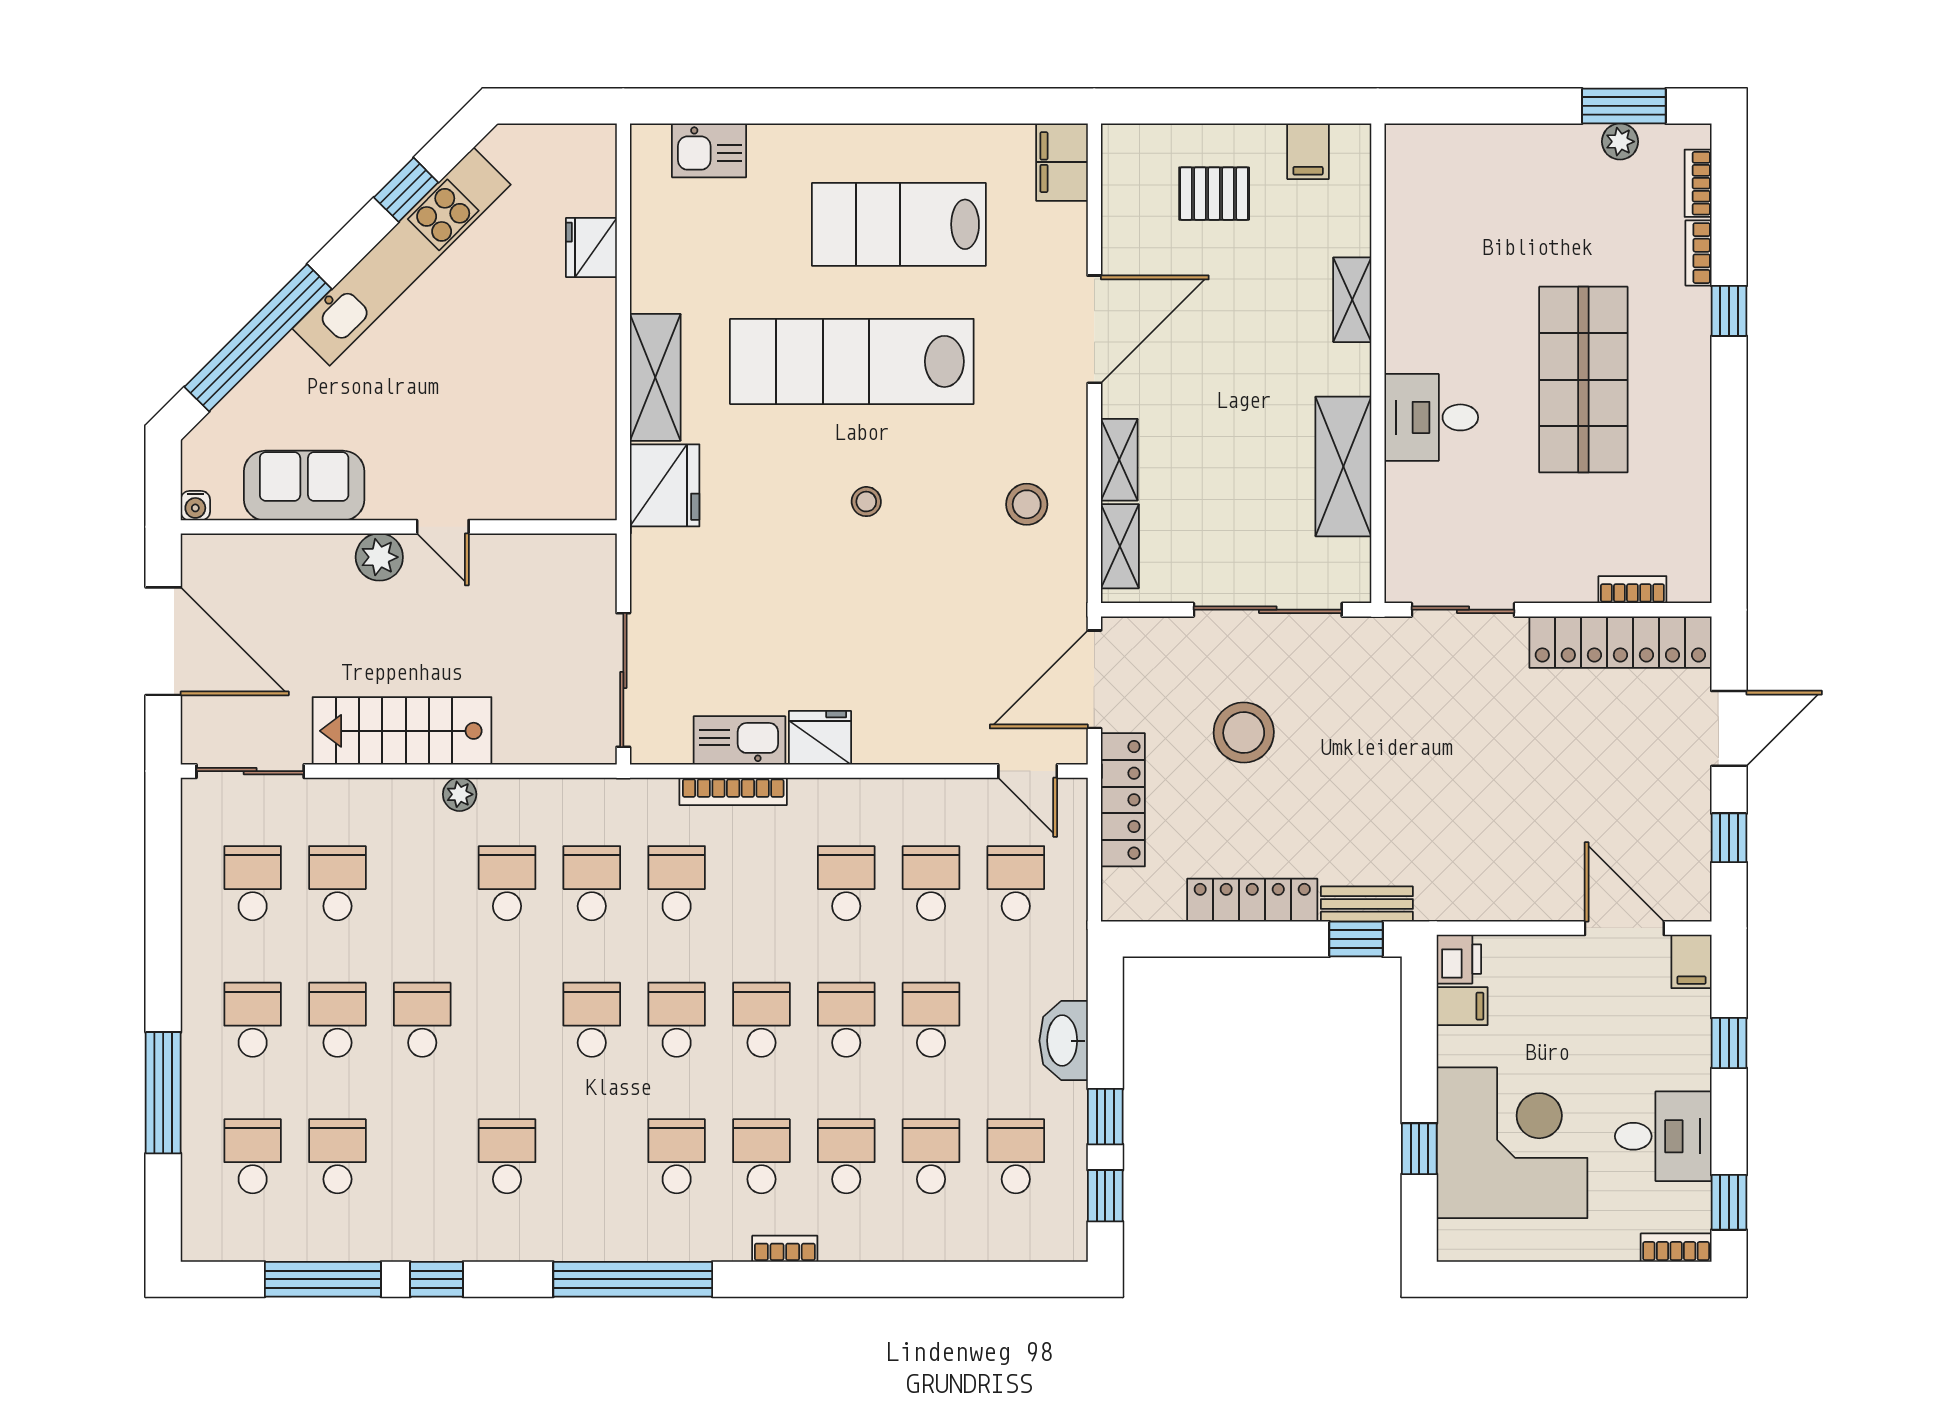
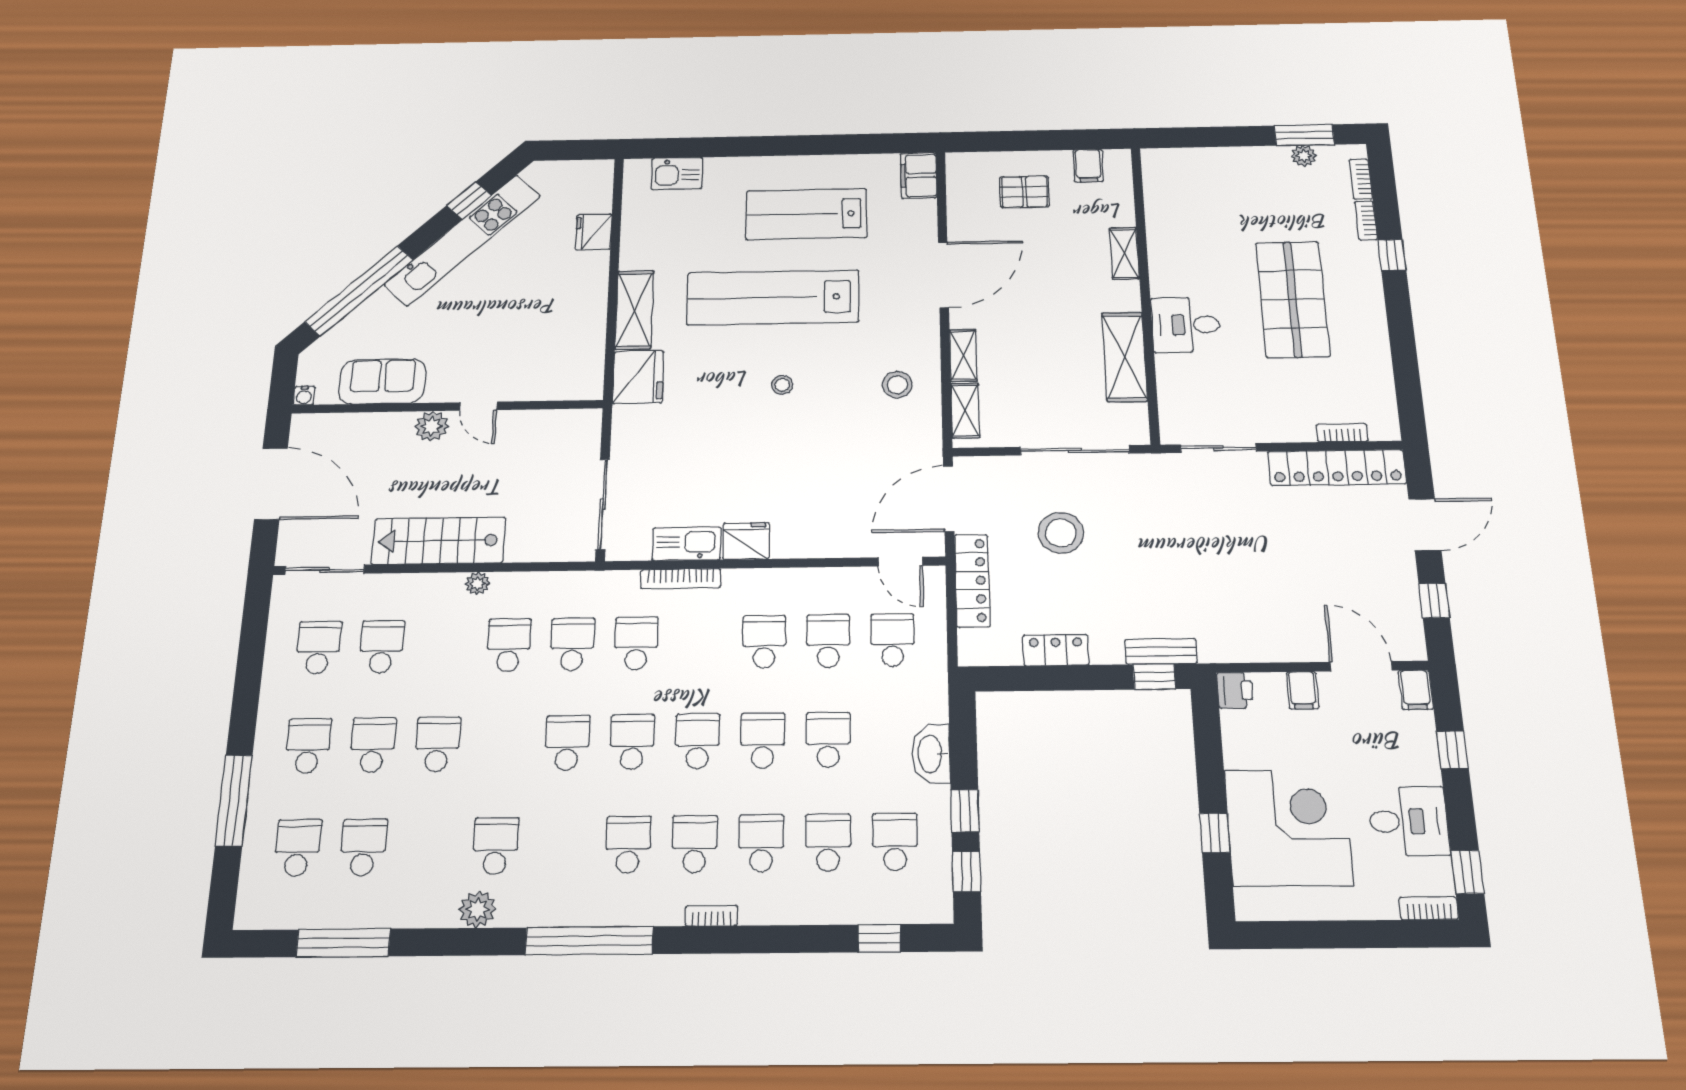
locker: (1252, 900) -> (1056, 650), width x0.66
filing cabinet: (1462, 1006) -> (1302, 690), moved, turned 90
plant: (490, 1238) -> (478, 909), added
window: (437, 1279) -> (879, 938), moved

